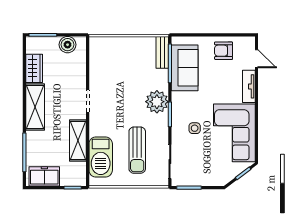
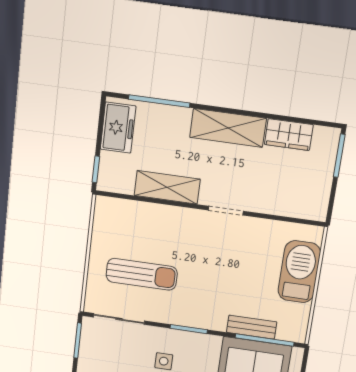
boiler: (68, 45) -> (318, 192), removed
bench: (162, 52) -> (252, 327), moved
plant: (157, 102) -> (210, 313), removed
sun lounger: (137, 150) -> (142, 274), turned 180
barbecue: (101, 157) -> (299, 272), moved, turned 90

